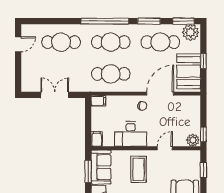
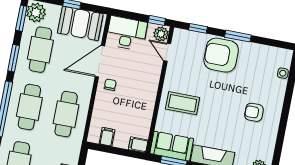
door: (160, 94) -> (100, 61), hinge flipped
filing cabinet: (98, 101) -> (107, 137), moved
desk: (131, 134) -> (127, 33), moved, turned -90
door: (165, 148) -> (167, 52), moved

